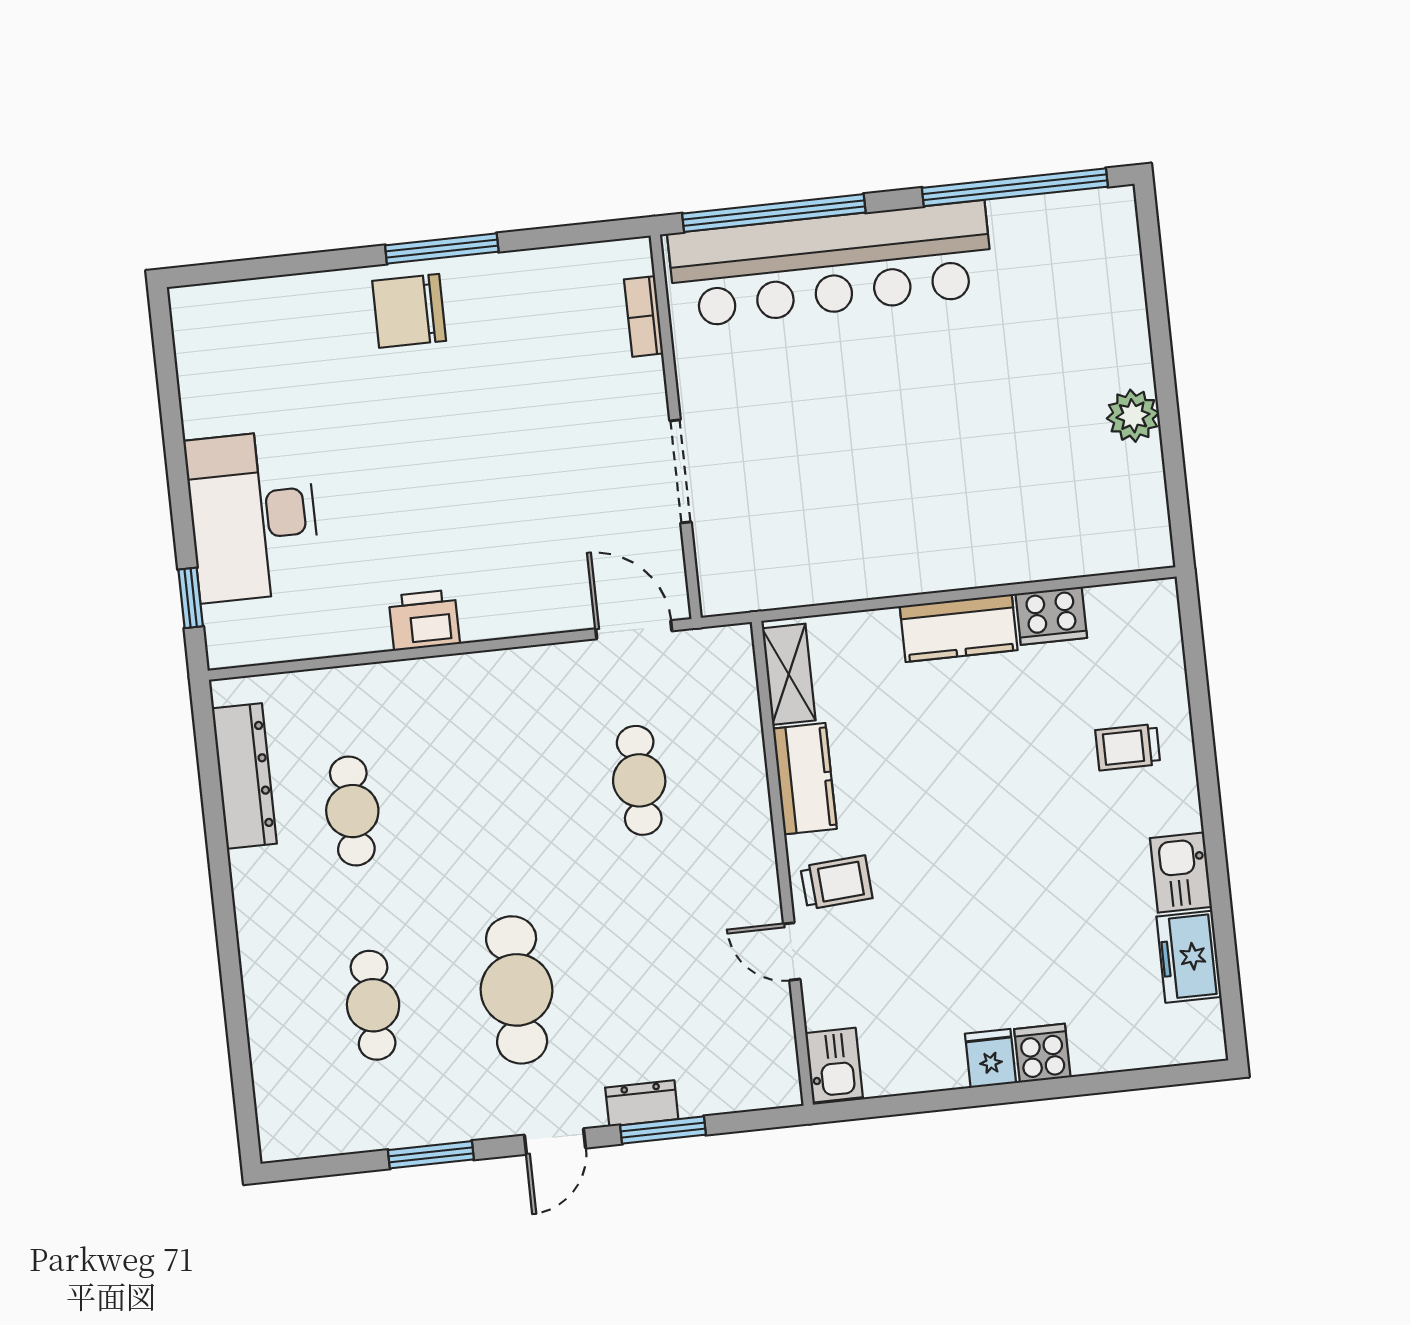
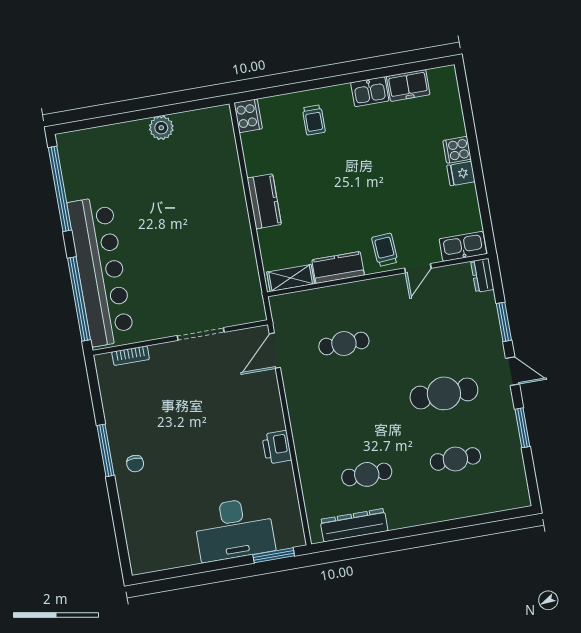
chair: (409, 311) -> (135, 464), width x0.54, depth x0.54
window: (191, 598) -> (274, 555), width x1.50
cooker: (1051, 616) -> (248, 116), moved
kitchen sink: (834, 1065) -> (463, 246), width x1.38
dresser: (642, 1103) -> (482, 275), moved

